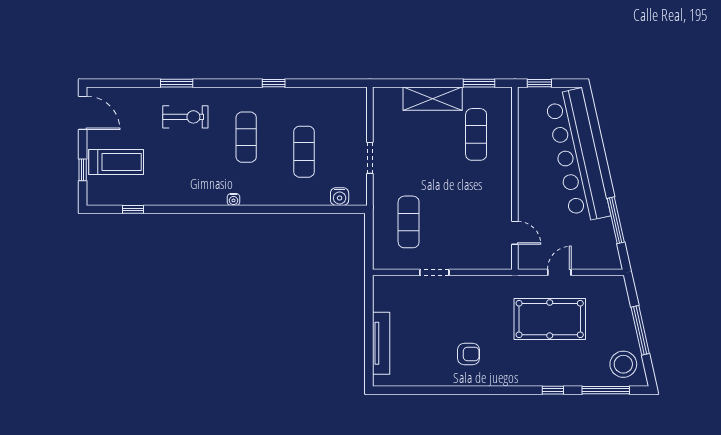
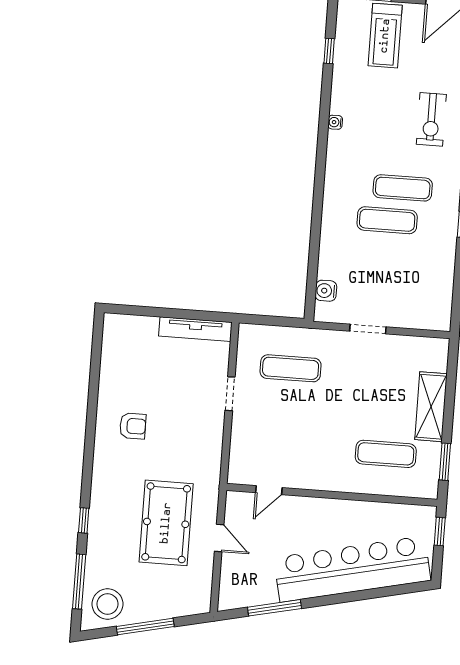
exercise mat: (304, 152) -> (387, 220), moved
water cooler: (233, 199) -> (335, 122), moved
tv unit: (381, 343) -> (195, 329), moved
armchair: (469, 354) -> (133, 426), turned -90

